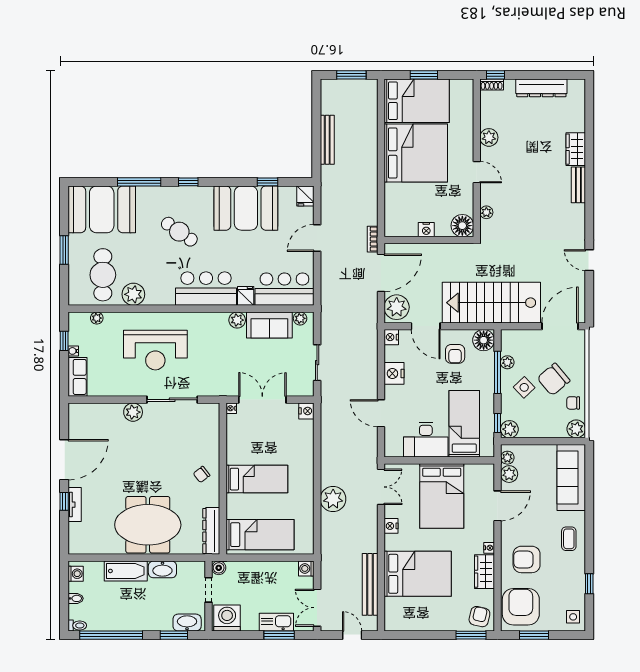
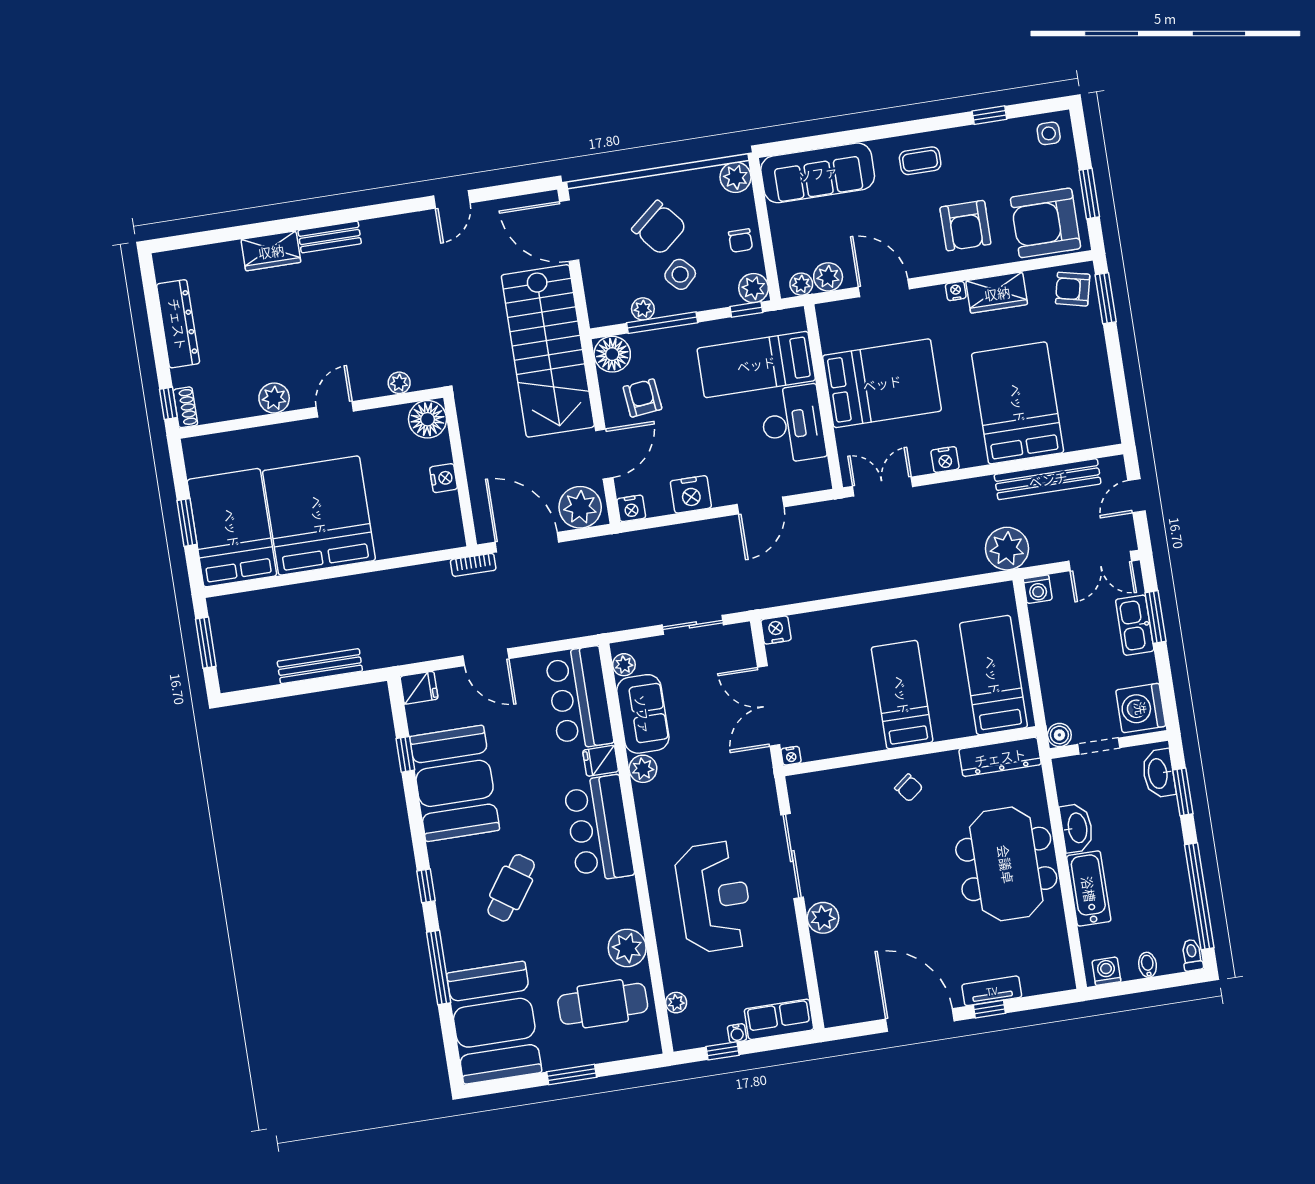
armchair: (455, 354) -> (642, 398), turned -96
chair: (573, 403) -> (740, 241), moved
plant: (333, 499) -> (1007, 549), moved

